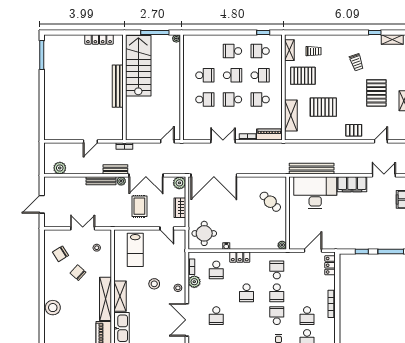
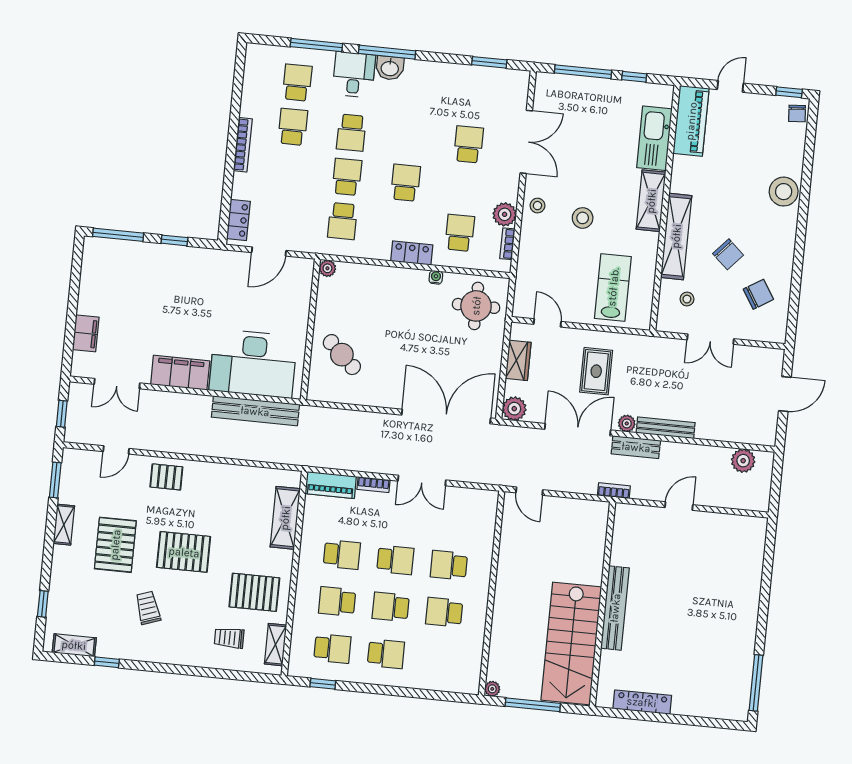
pallet: (323, 107) -> (184, 552), moved
door: (167, 141) -> (529, 491), hinge flipped
shelving: (105, 299) -> (676, 236), moved

